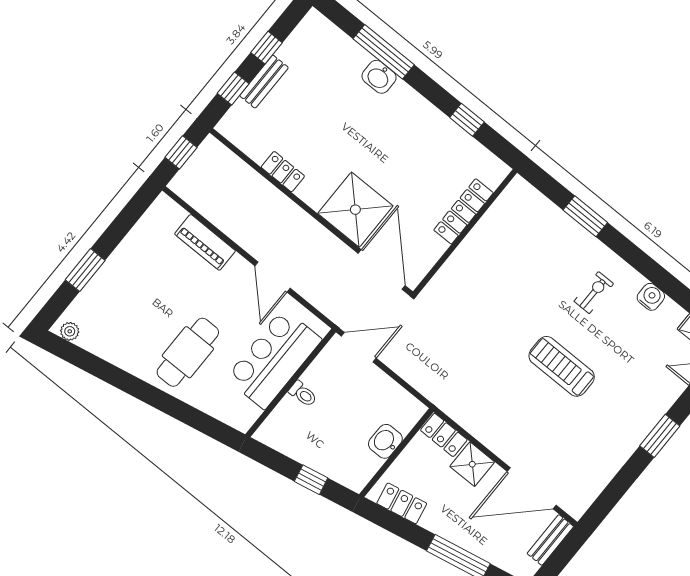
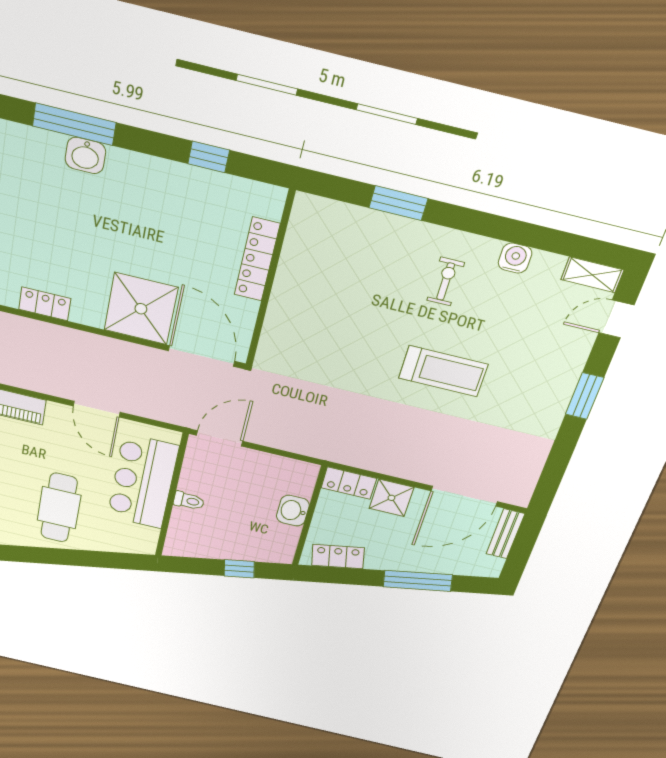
treadmill: (562, 366) -> (443, 371), turned 180

